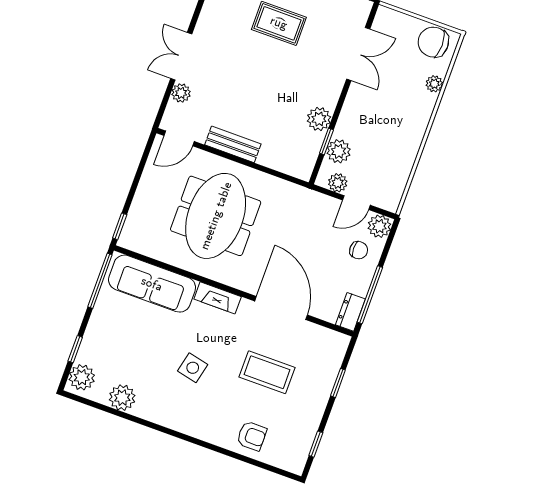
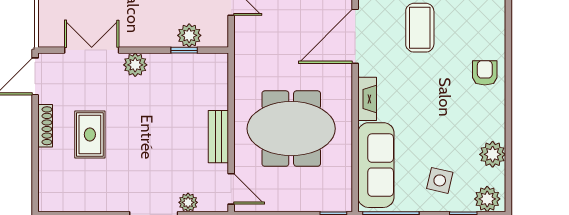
plant: (319, 119) -> (135, 65), moved
plant: (338, 183) -> (219, 26), removed
side table: (193, 368) -> (440, 180), moved
armchair: (252, 436) -> (485, 73), moved

